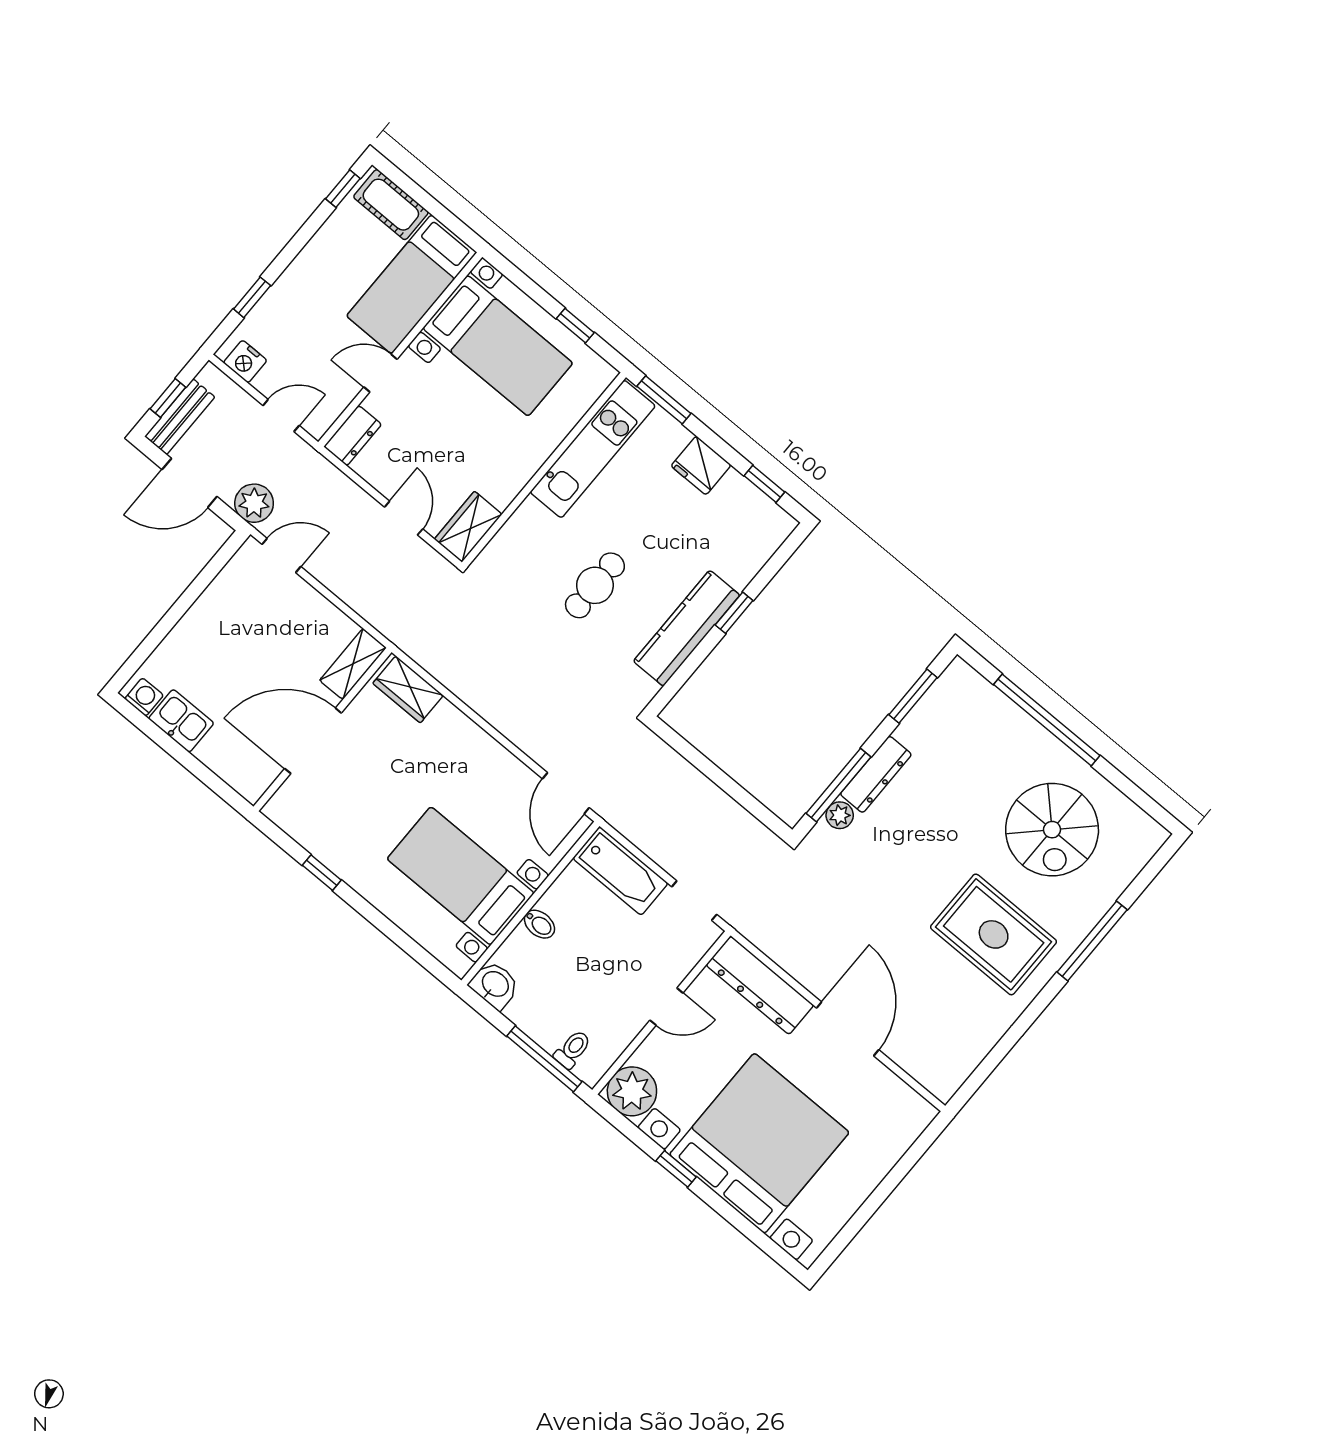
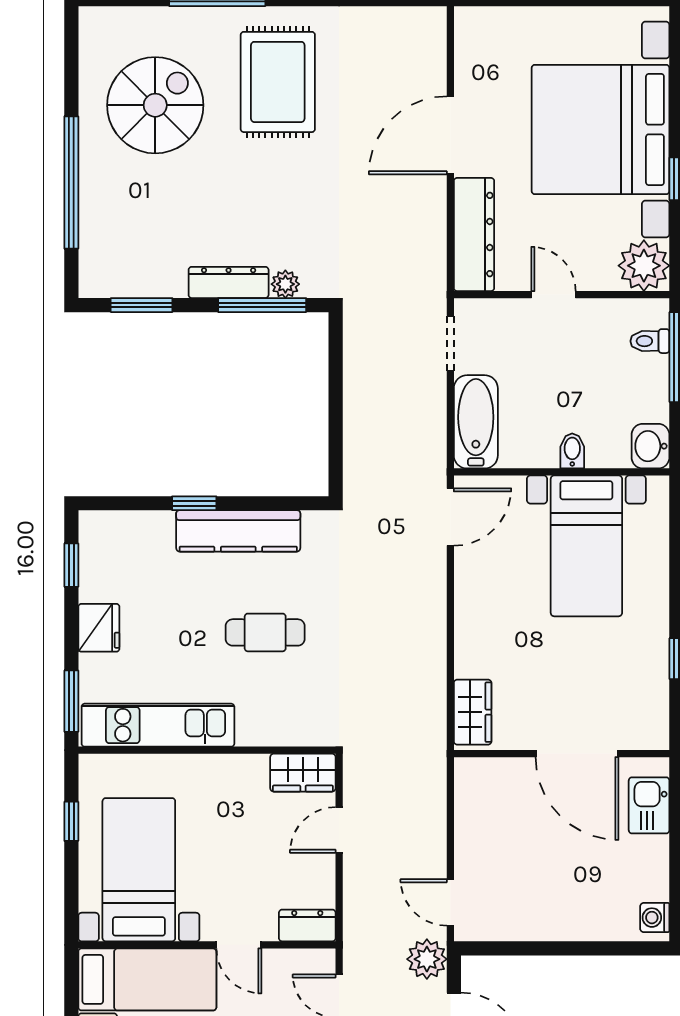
shelving: (353, 664) -> (489, 773), removed
kitchen sink: (181, 721) -> (649, 805), moved

